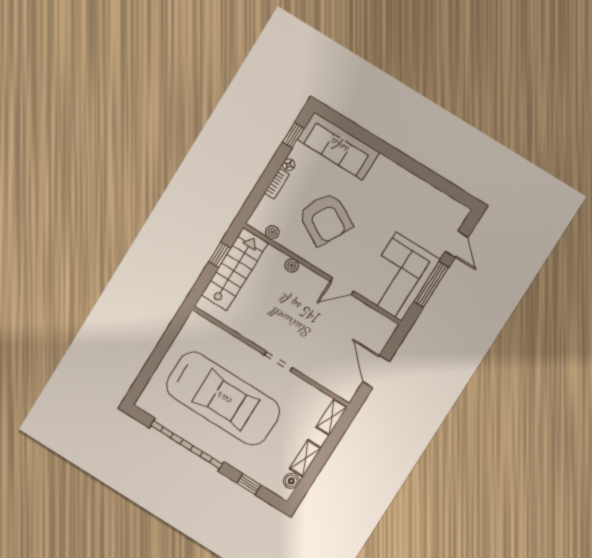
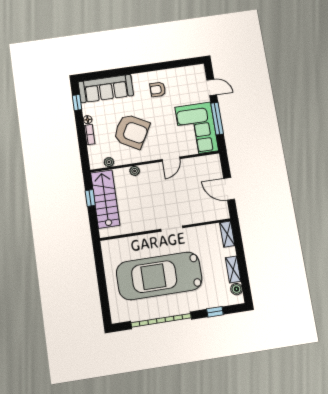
armchair: (395, 196) -> (158, 89), added
car: (223, 399) -> (159, 276), turned 180

